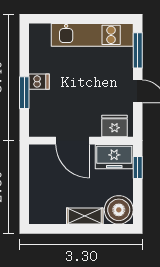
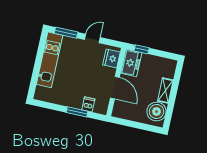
dishwasher: (39, 82) -> (88, 104), moved
door: (73, 141) -> (115, 88), hinge flipped
boiler: (119, 210) -> (156, 112), moved

